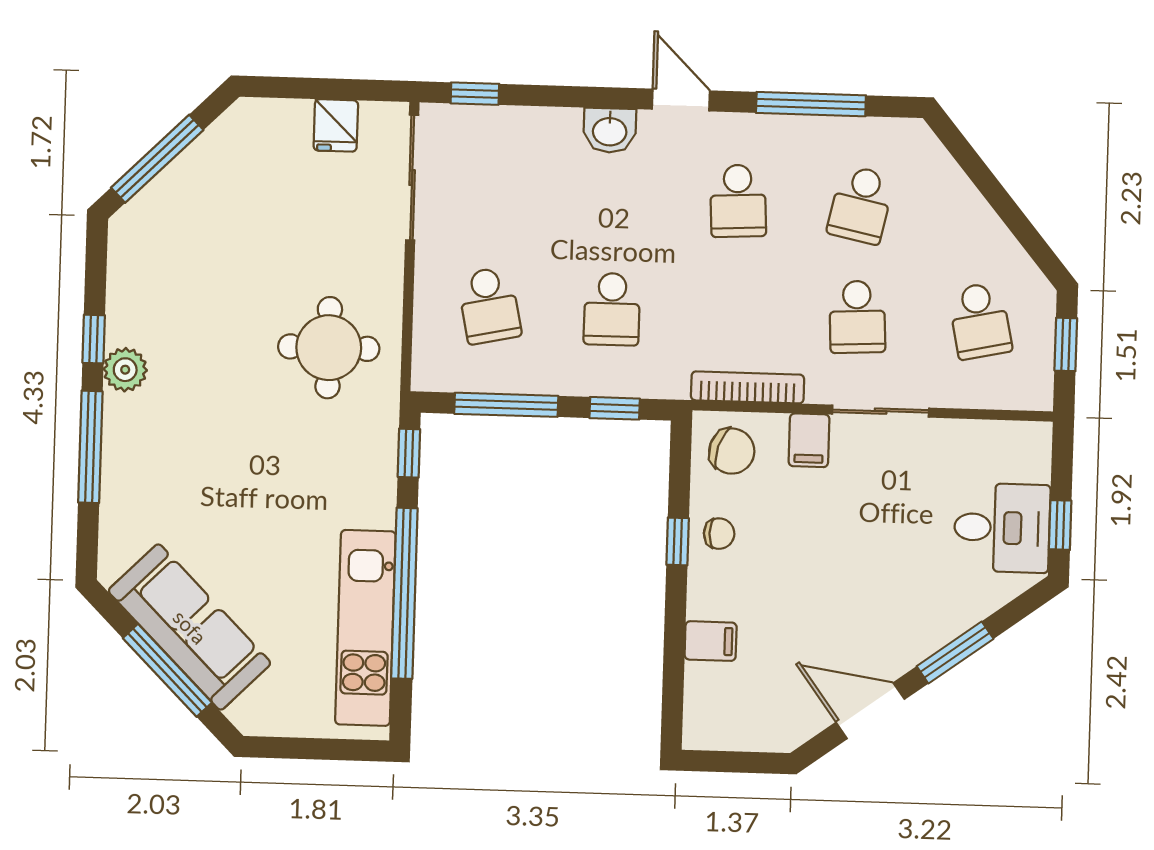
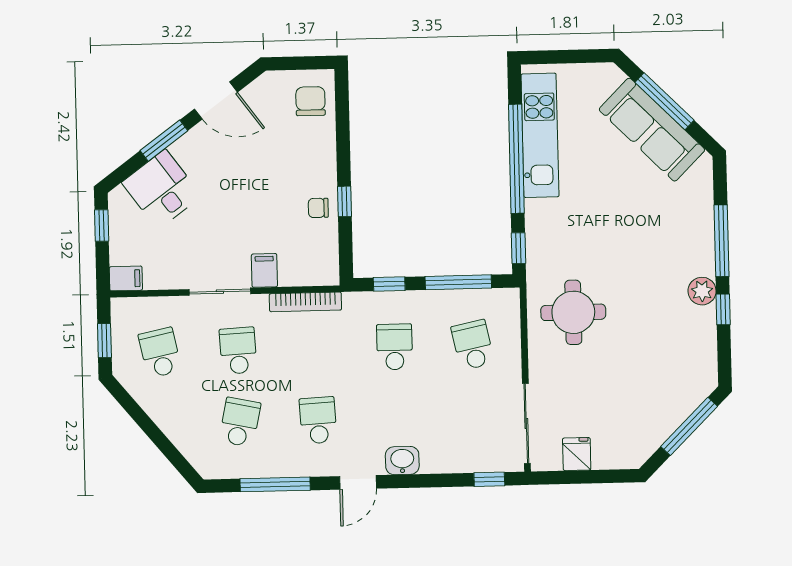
door: (681, 100) -> (358, 482), hinge flipped
chair: (732, 451) -> (311, 101), moved, turned 72
desk: (1002, 528) -> (162, 189), moved, turned 54
filing cabinet: (711, 641) -> (126, 278), moved, turned 180

